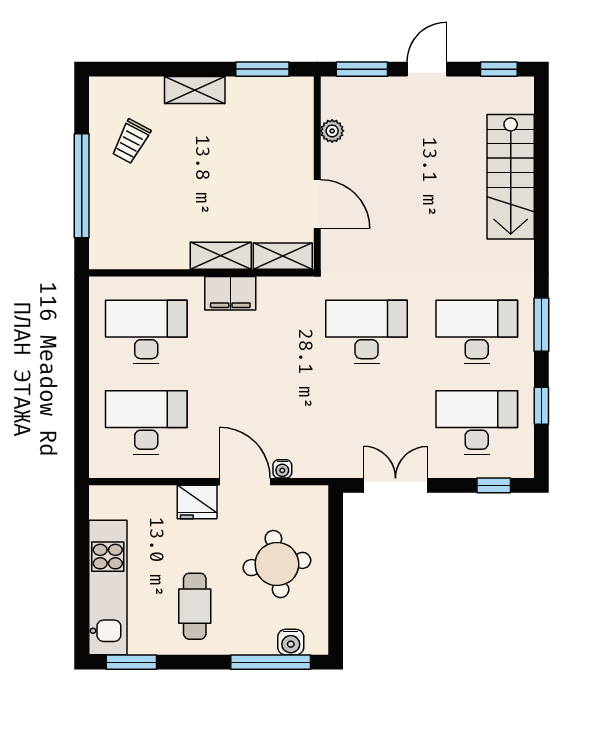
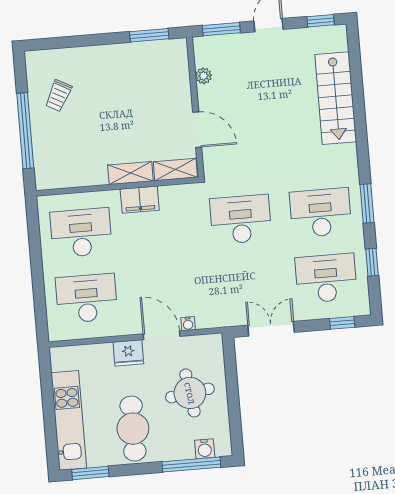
shelving: (195, 90) -> (102, 54), removed
cafe table: (195, 606) -> (133, 429), width x1.37, depth x1.35

